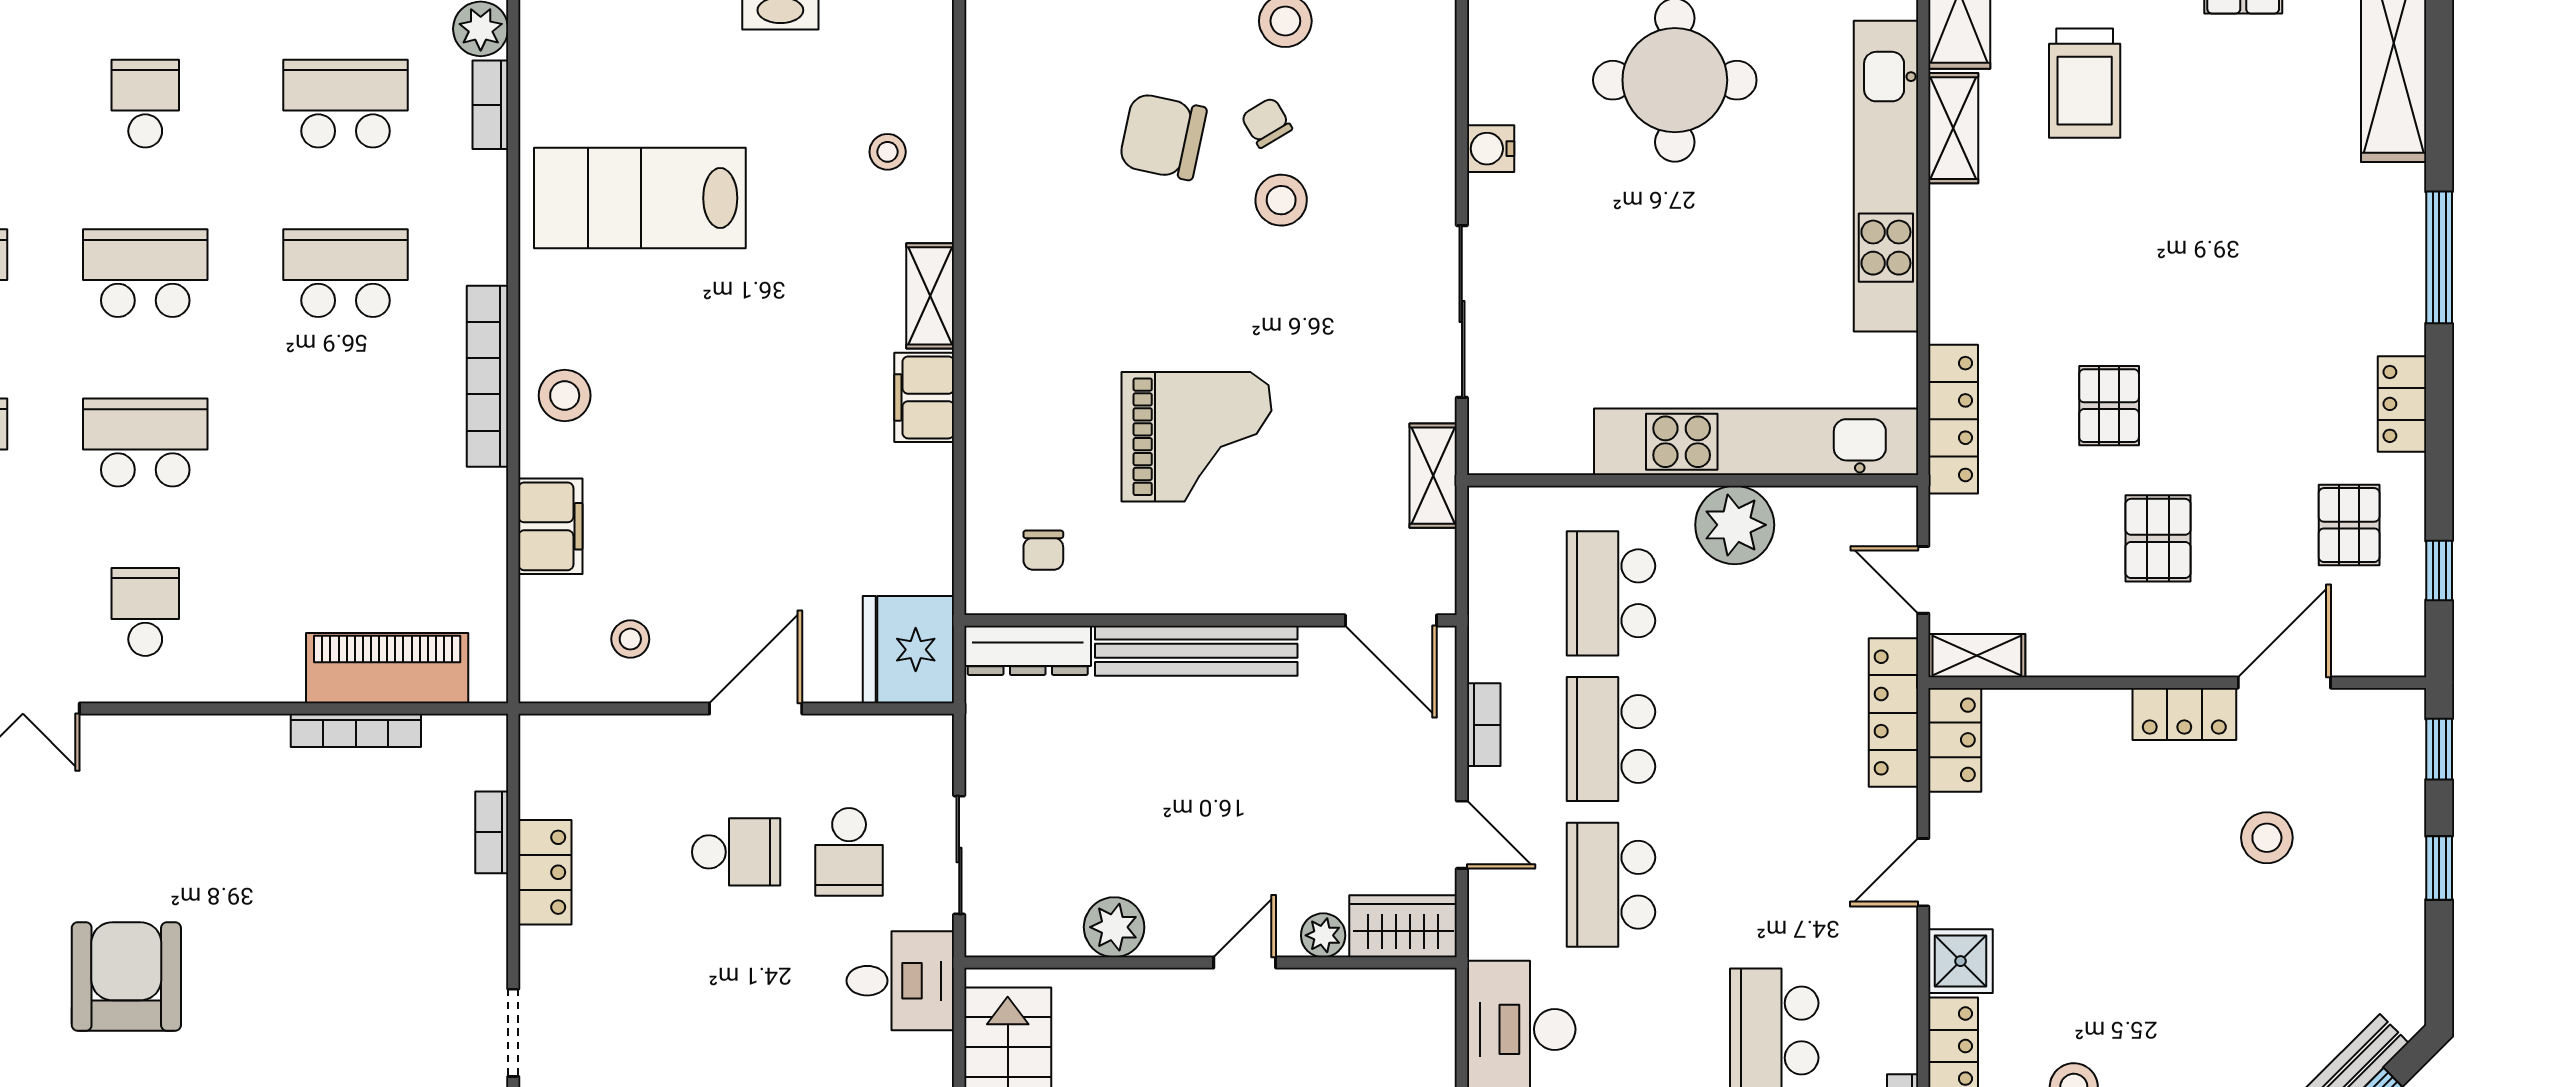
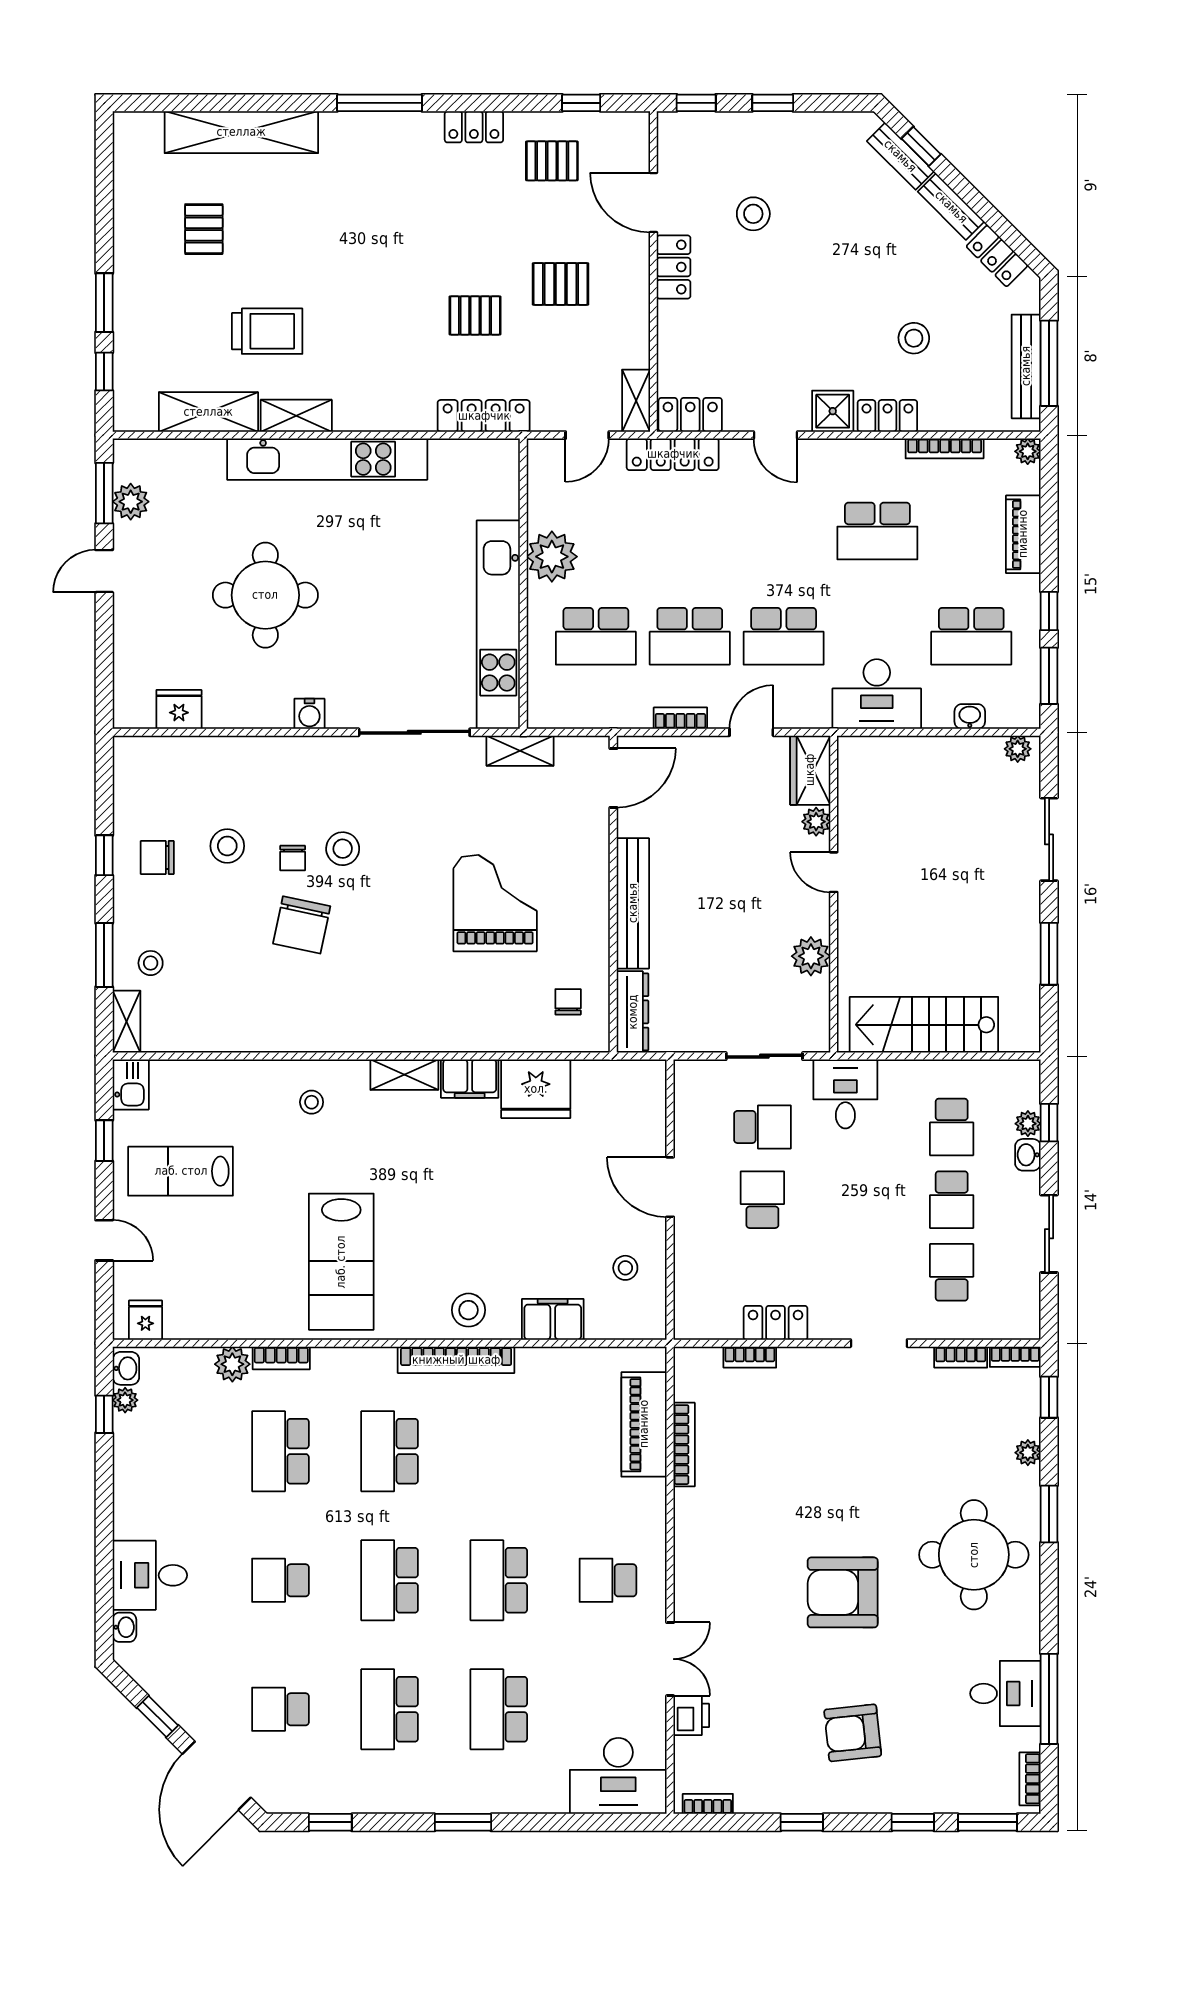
chair: (1267, 123) -> (293, 858), turned -59
kitchen unit: (1756, 442) -> (498, 625), moved
chair: (1043, 550) -> (568, 1002), turned -90
fridge: (908, 650) -> (536, 1089), moved

